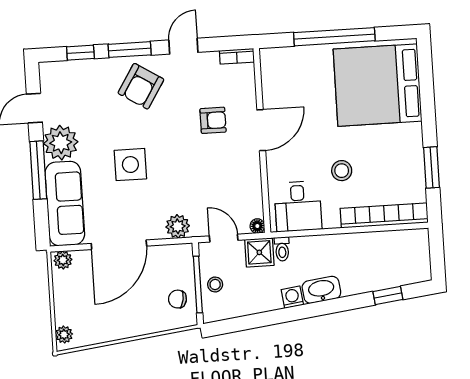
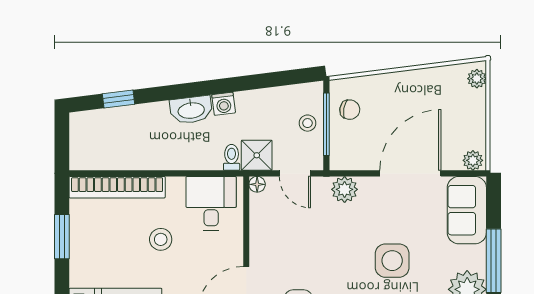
sofa: (65, 204) -> (467, 210), width x0.73

